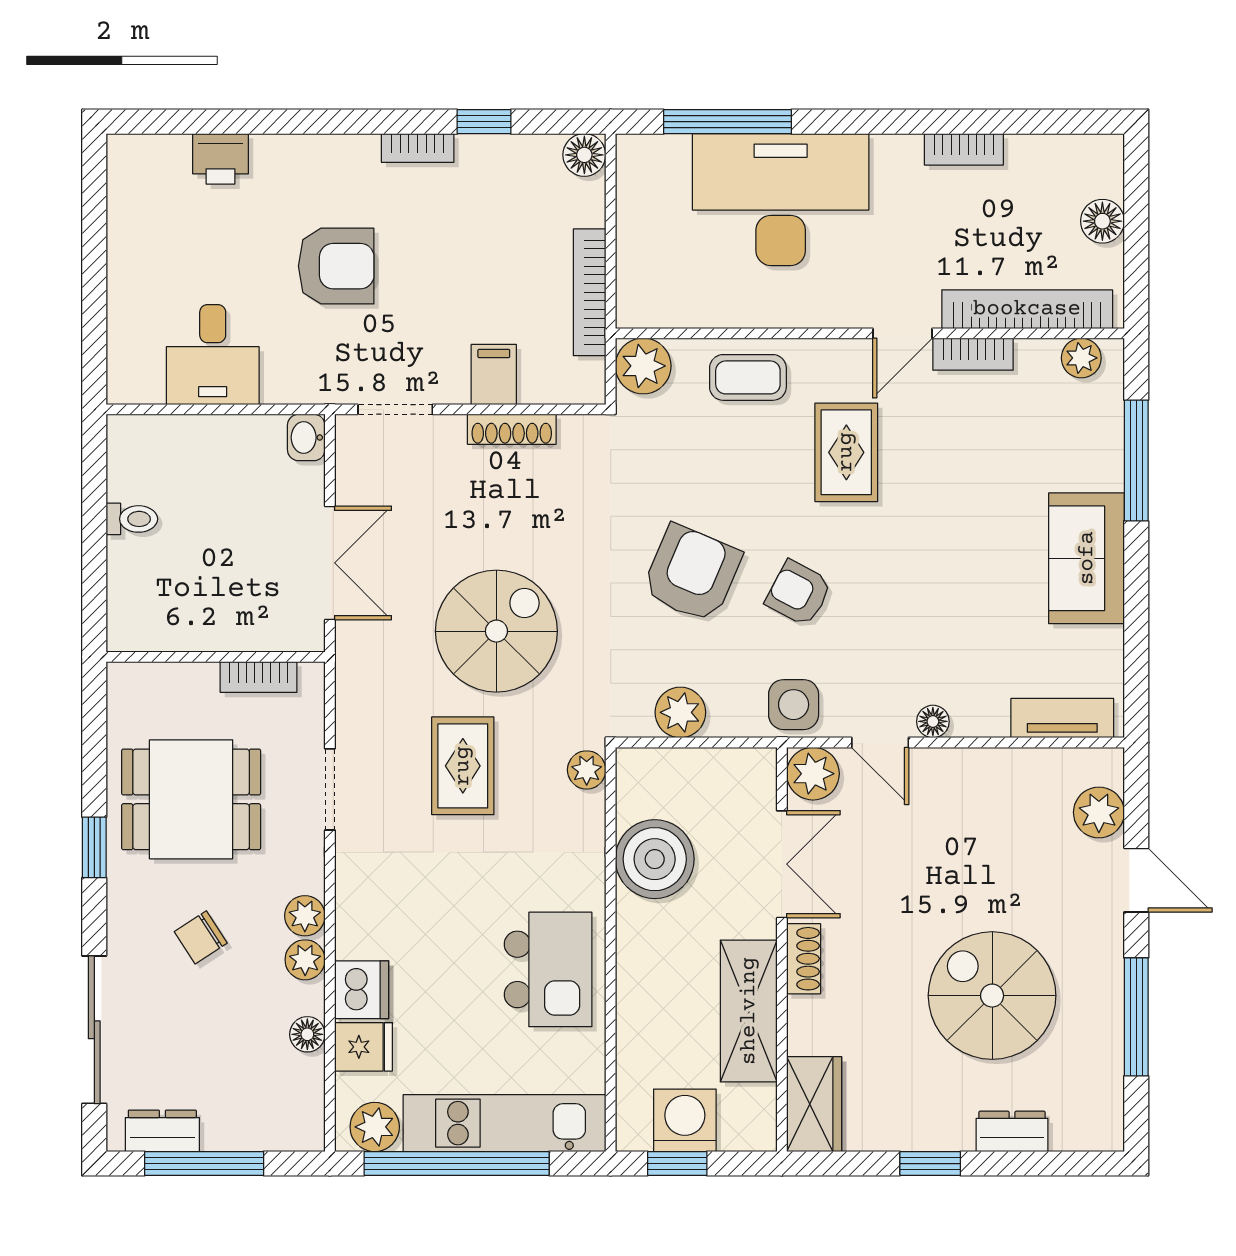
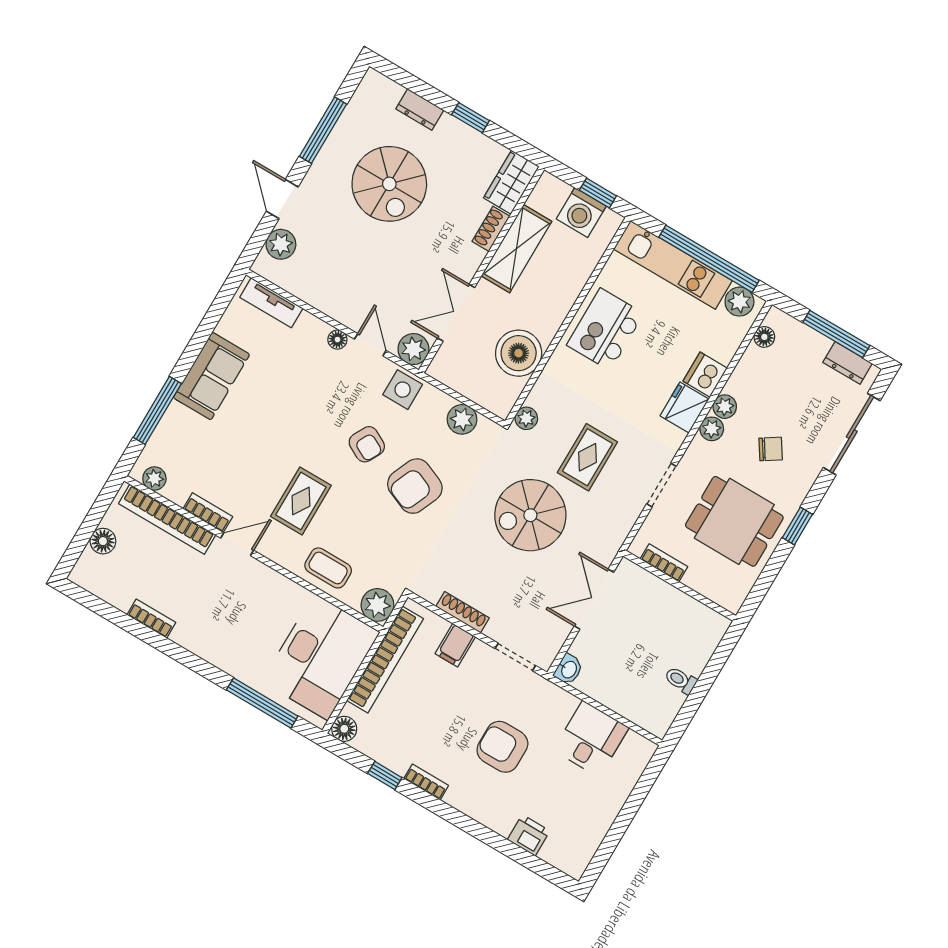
desk: (781, 200) -> (321, 657), moved, turned -90
bookcase: (590, 292) -> (385, 660), width x1.48, depth x1.31
shoe rack: (804, 959) -> (491, 229), moved
floor lamp: (307, 1034) -> (764, 337), moved
fridge: (363, 1047) -> (684, 407), moved, width x1.38

